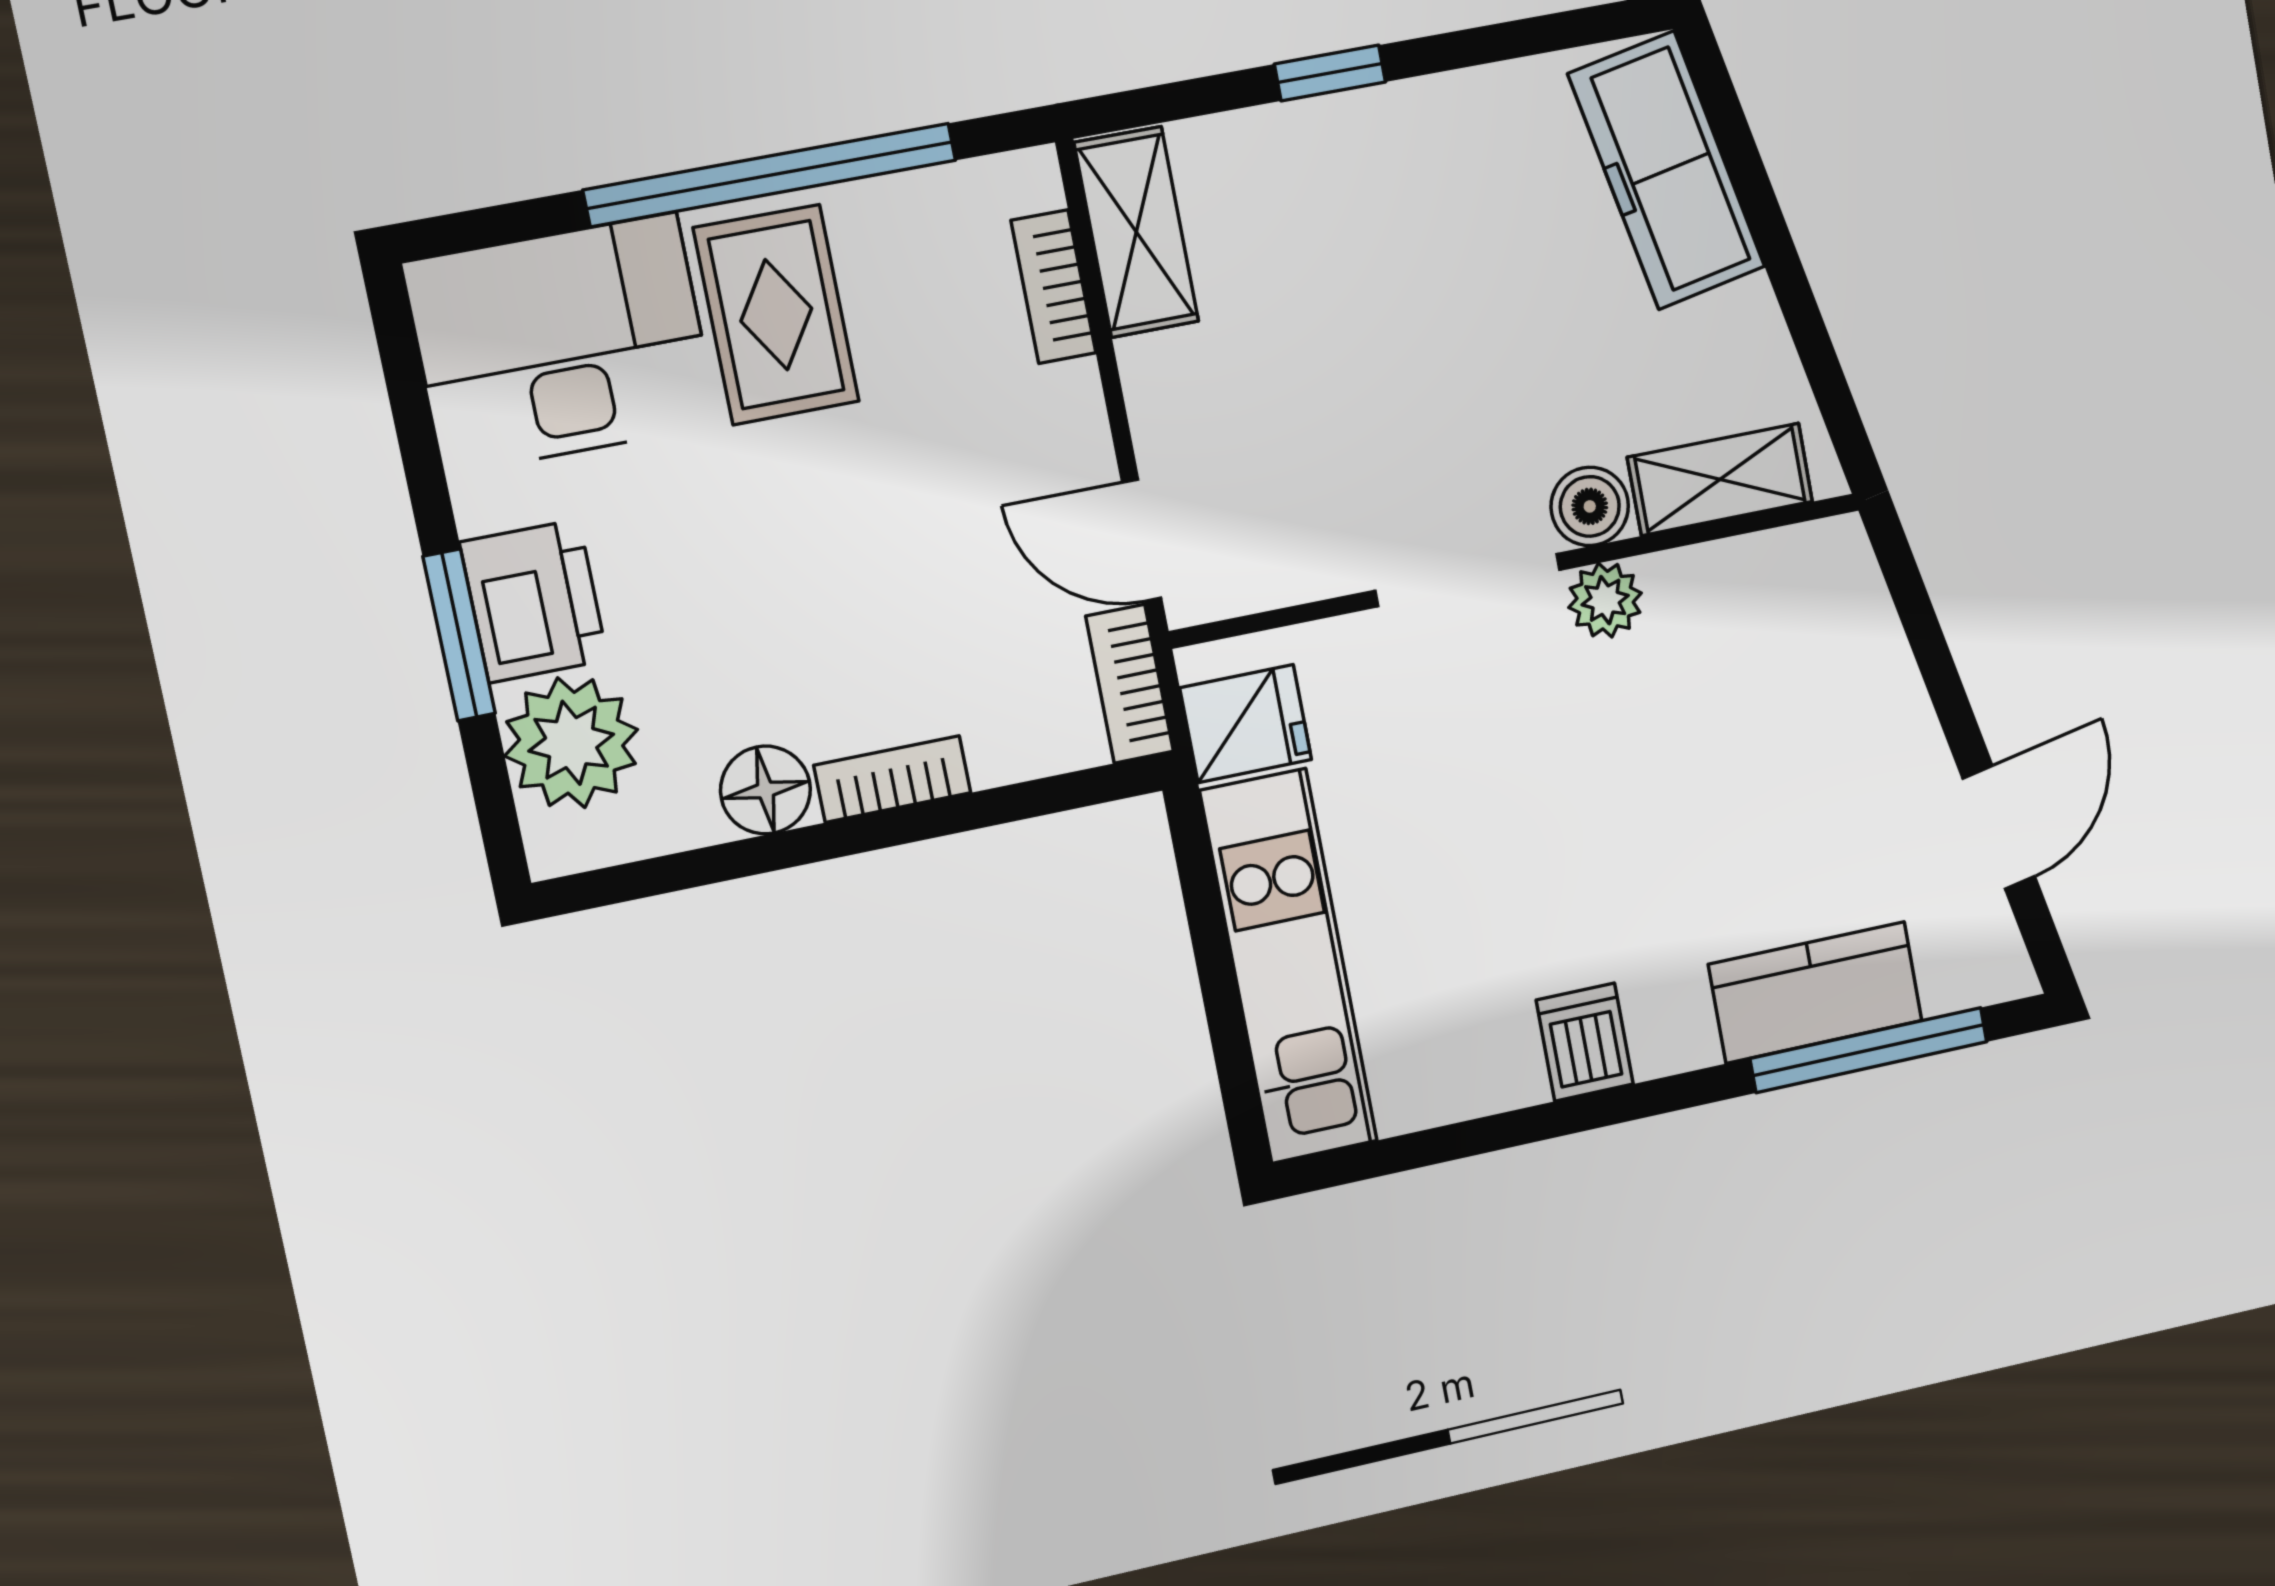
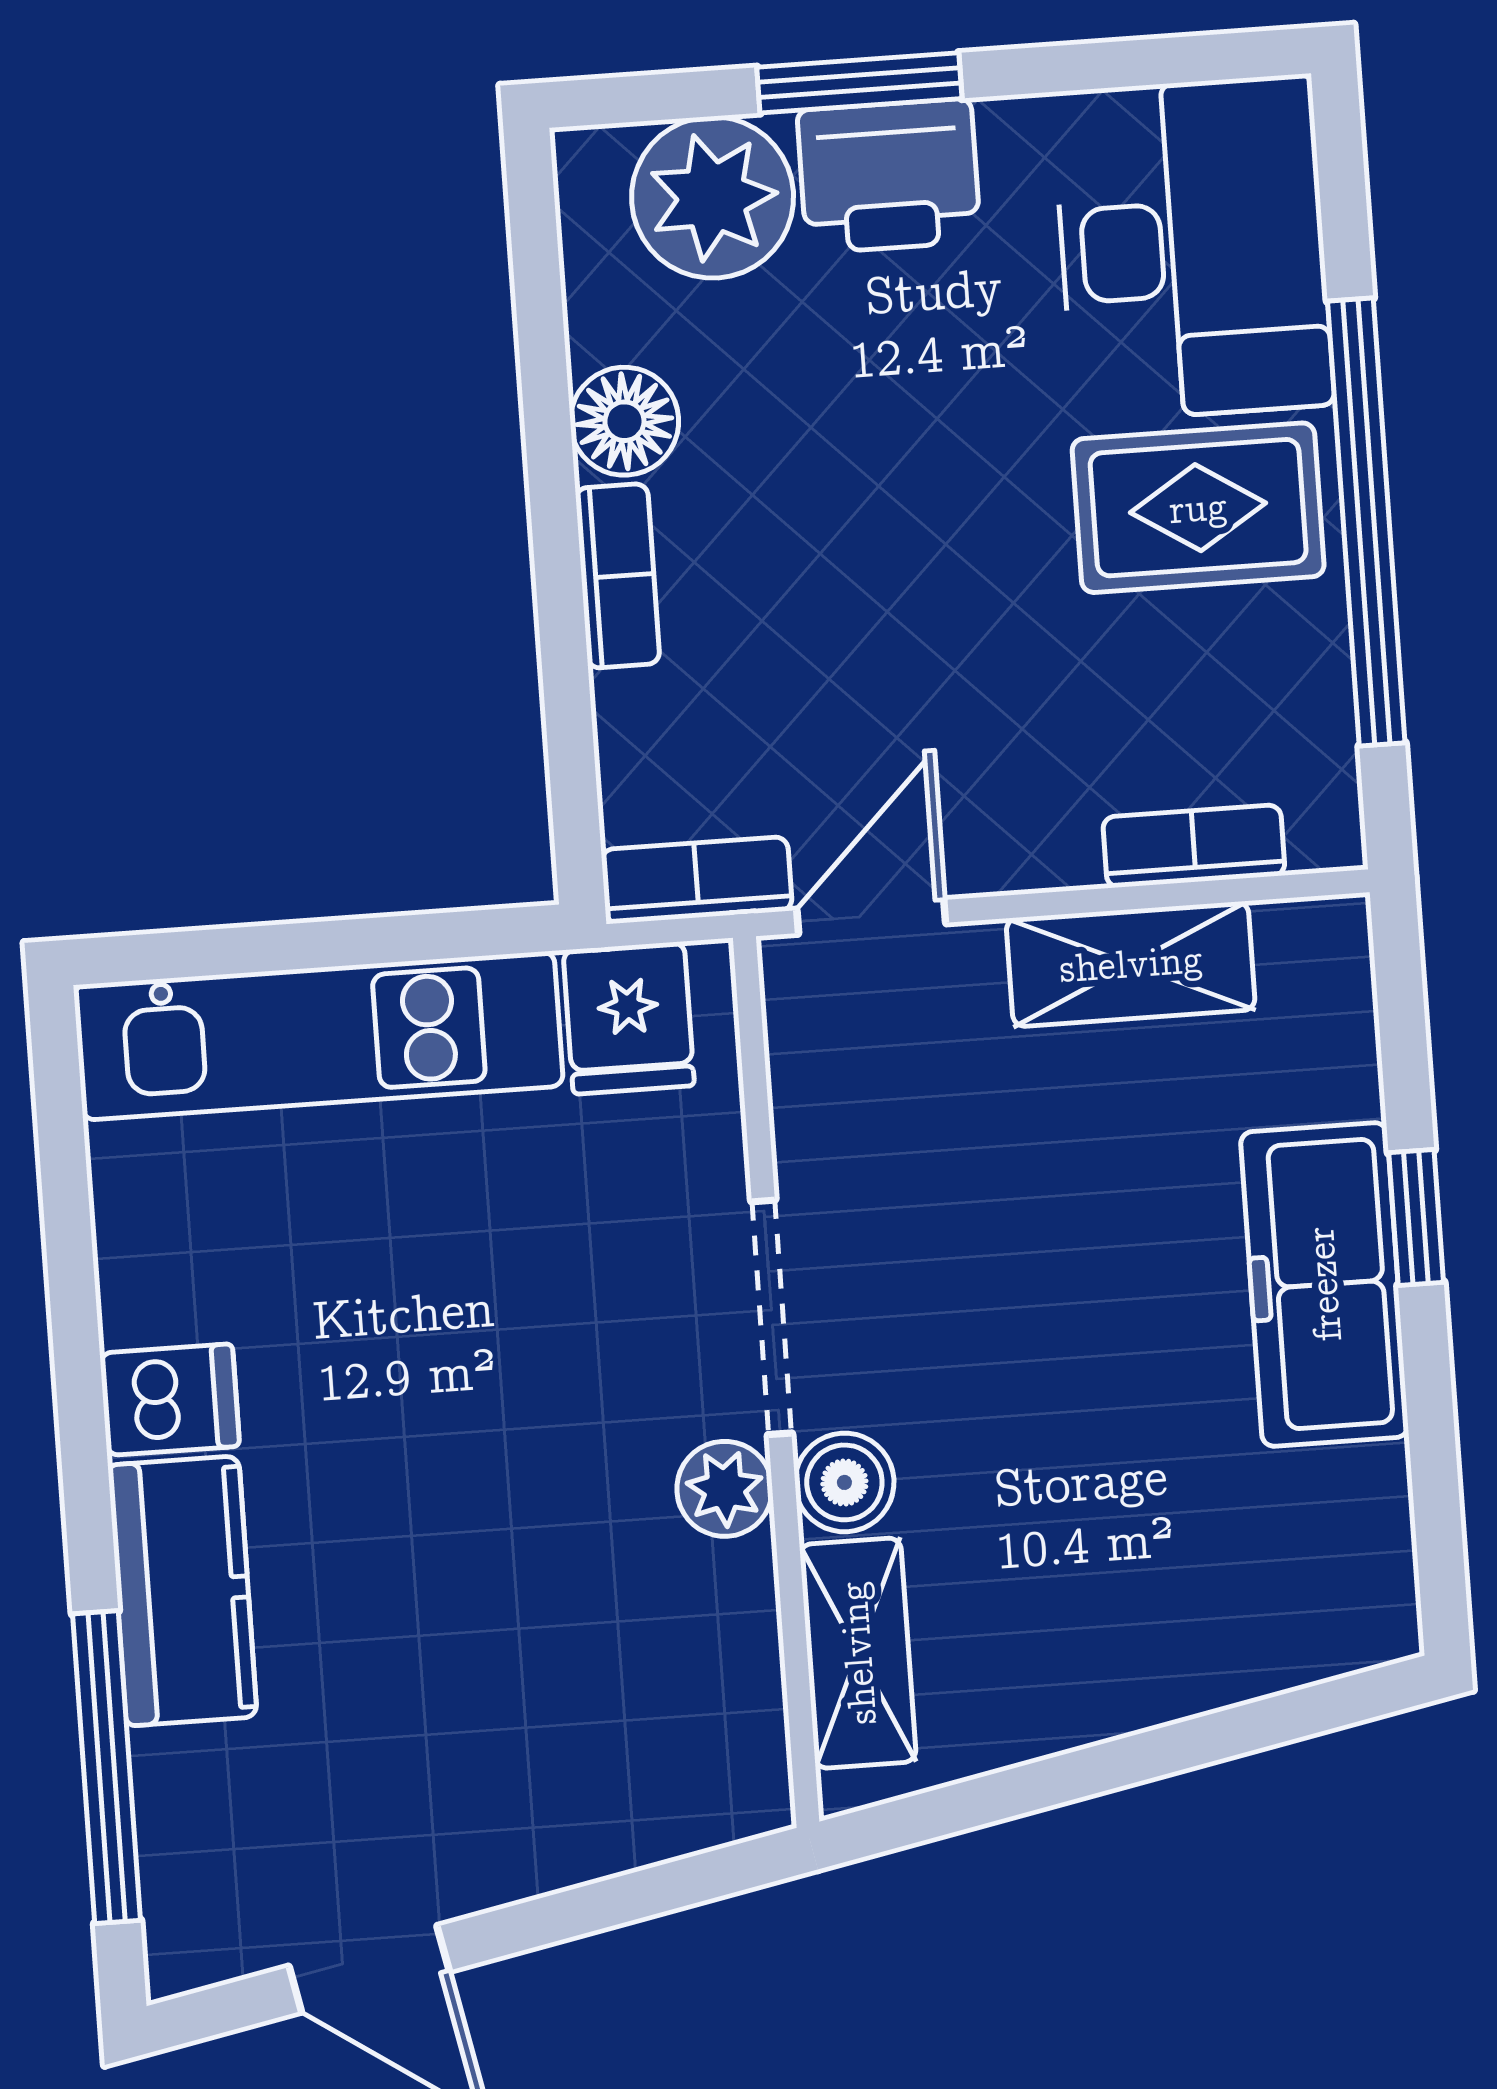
freezer: (1667, 170) -> (1324, 1284), moved, turned -79
shelving: (1136, 232) -> (1131, 964), moved
kitchen counter: (1815, 992) -> (182, 1591), moved

